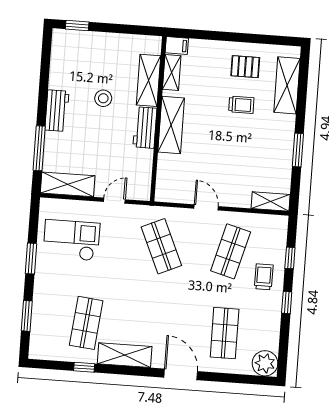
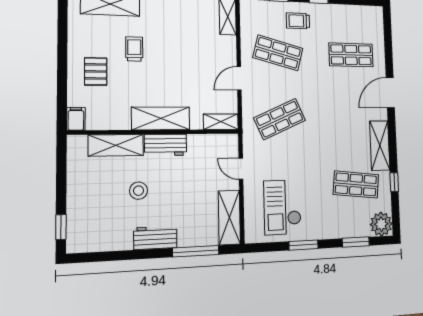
pallet: (245, 67) -> (96, 71), moved
shelving: (172, 73) -> (221, 122), moved
plant: (265, 363) -> (381, 224), moved

